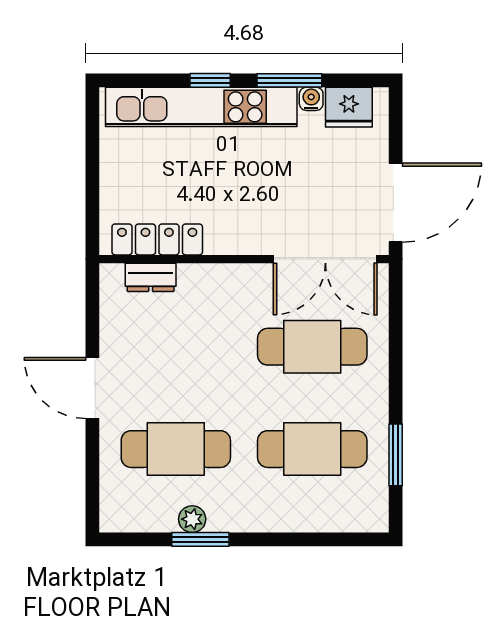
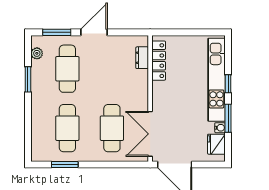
window: (92, 473) -> (57, 32), added
plant: (192, 519) -> (37, 53), moved

